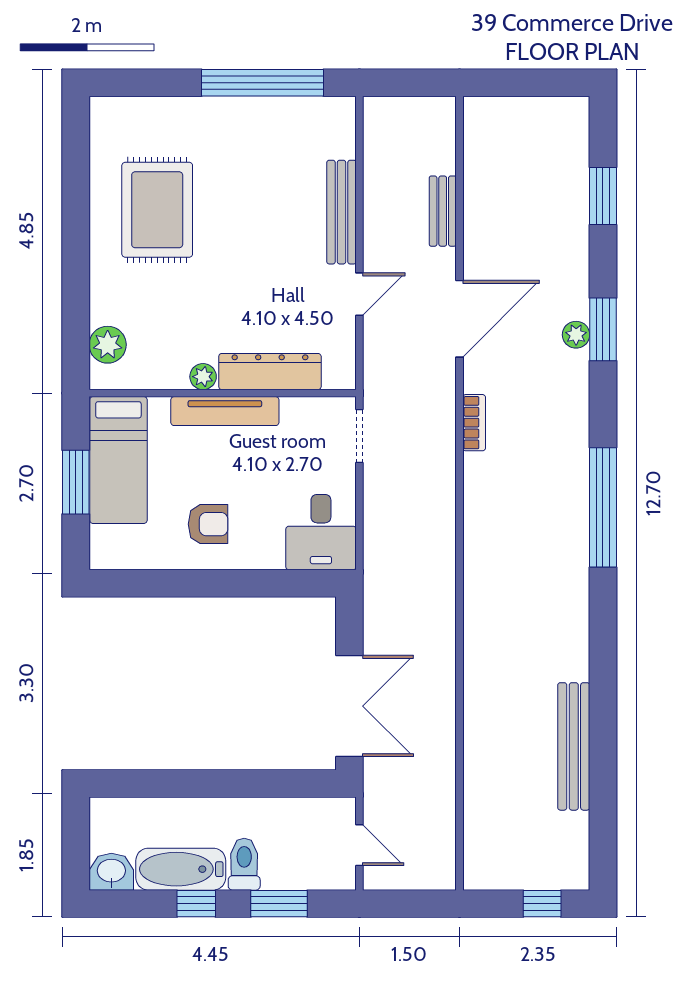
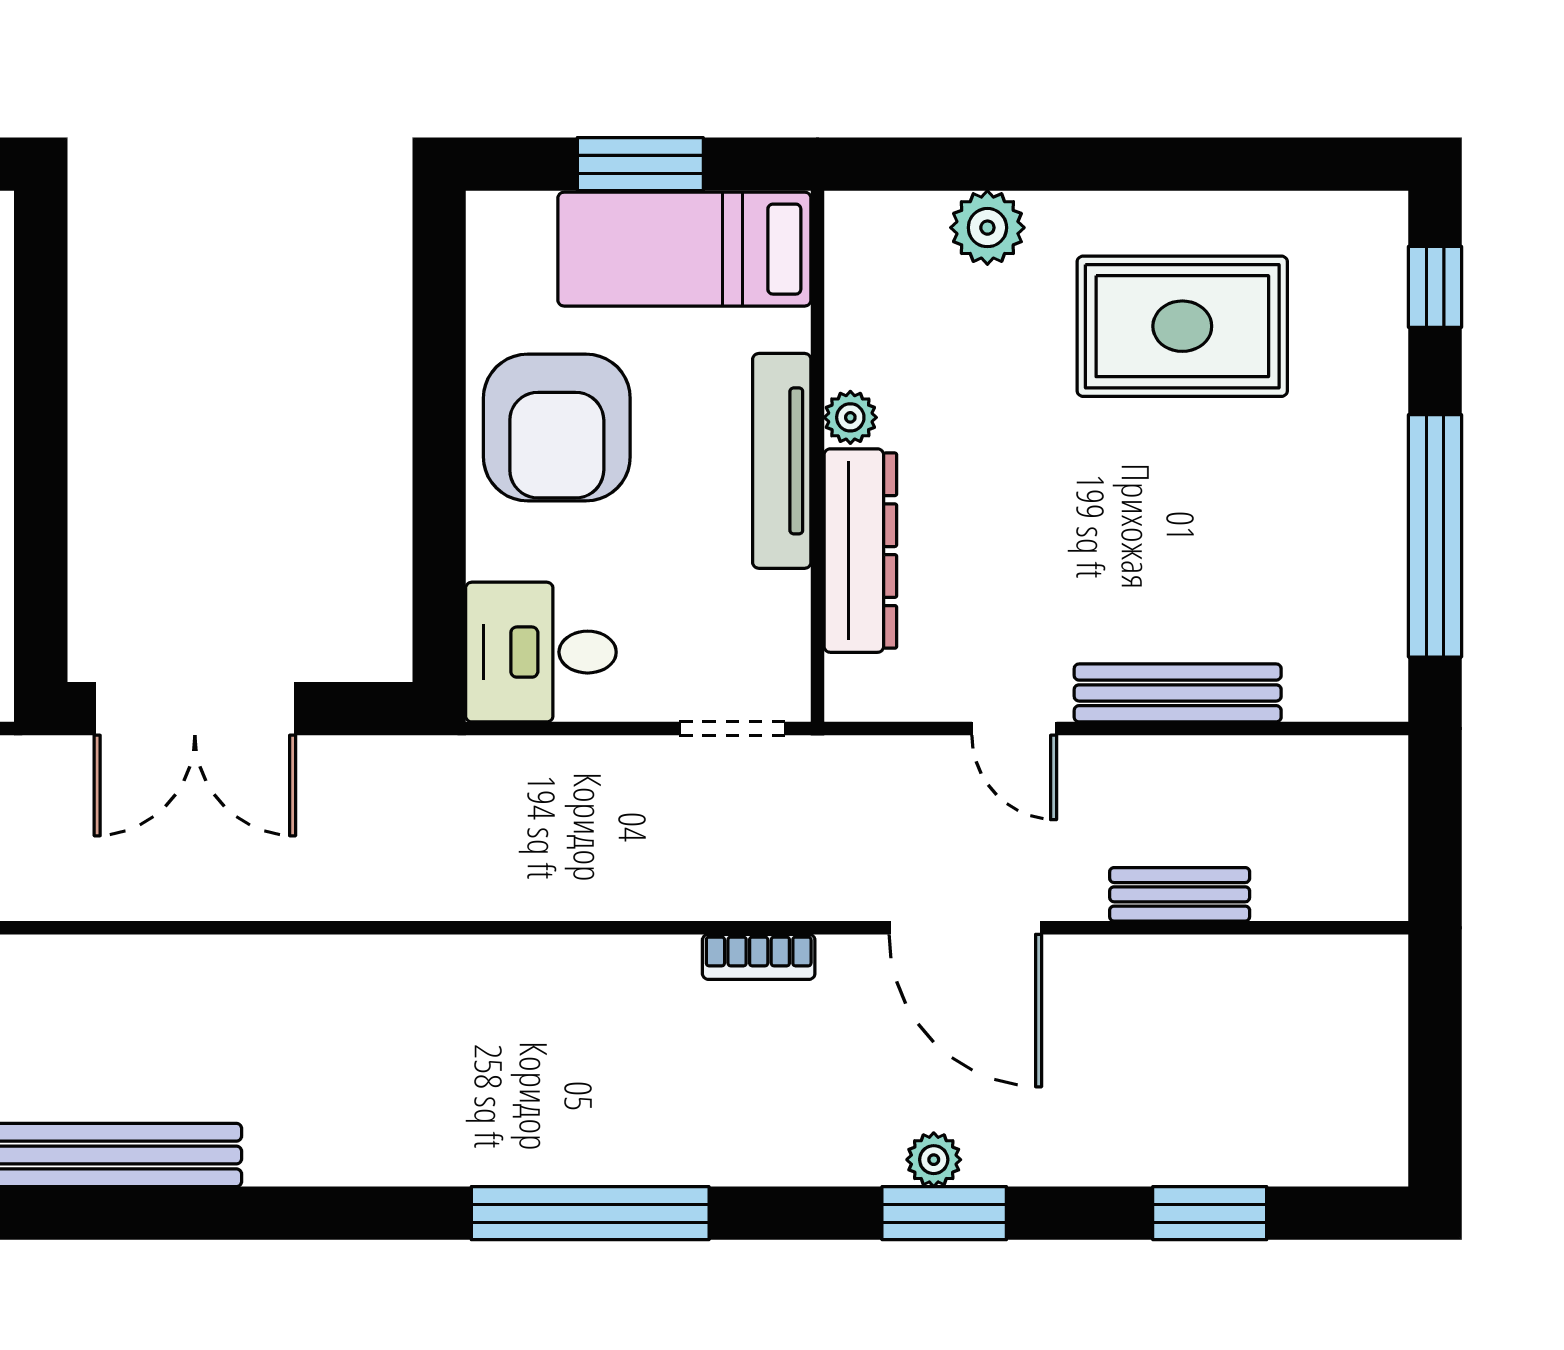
window: (137, 83) -> (1435, 287), added
plant: (108, 345) -> (987, 228), moved
armchair: (208, 524) -> (557, 427), width x1.88, depth x1.88

